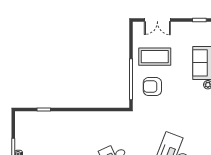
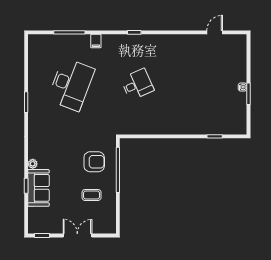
double door: (157, 20) -> (77, 235), moved
coffee table: (155, 57) -> (92, 195), width x0.54, depth x0.58

